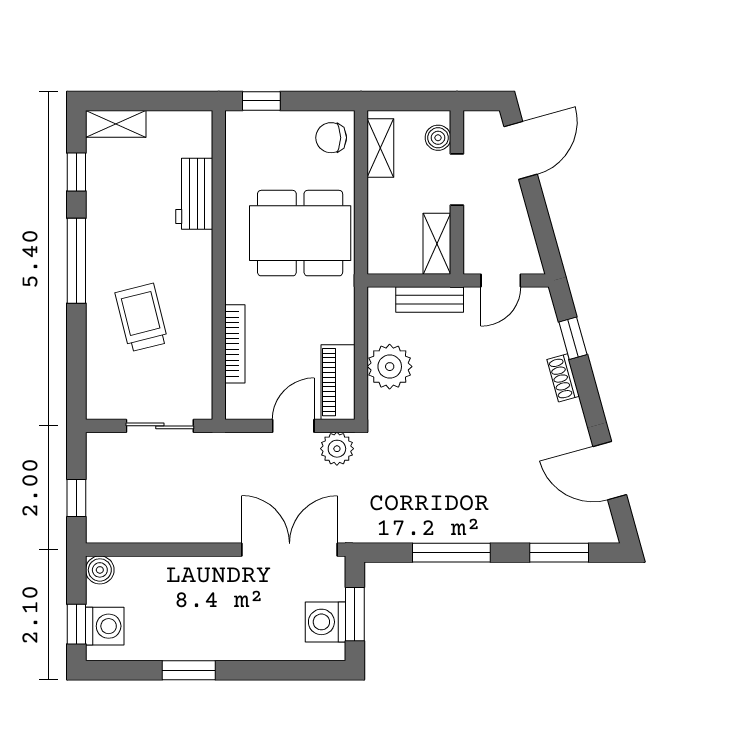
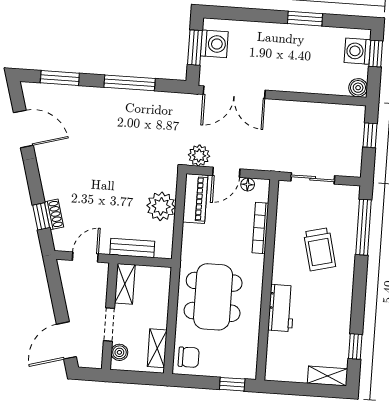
workbench: (194, 194) -> (281, 308), moved
dining table: (300, 233) -> (213, 297), turned 90
window: (76, 261) -> (364, 227), moved
shoe rack: (563, 378) -> (54, 214), moved
floor lamp: (259, 409) -> (248, 184), added

